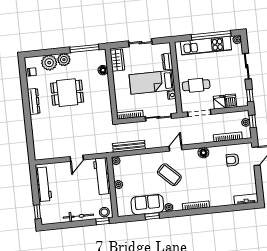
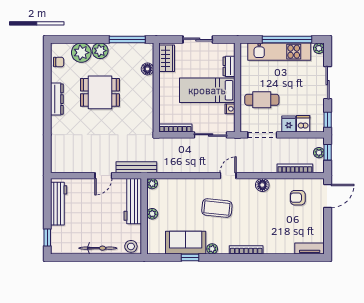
bench: (129, 146) -> (136, 167), moved
coffee table: (169, 175) -> (217, 208), turned -38
window: (103, 221) -> (127, 258), removed

